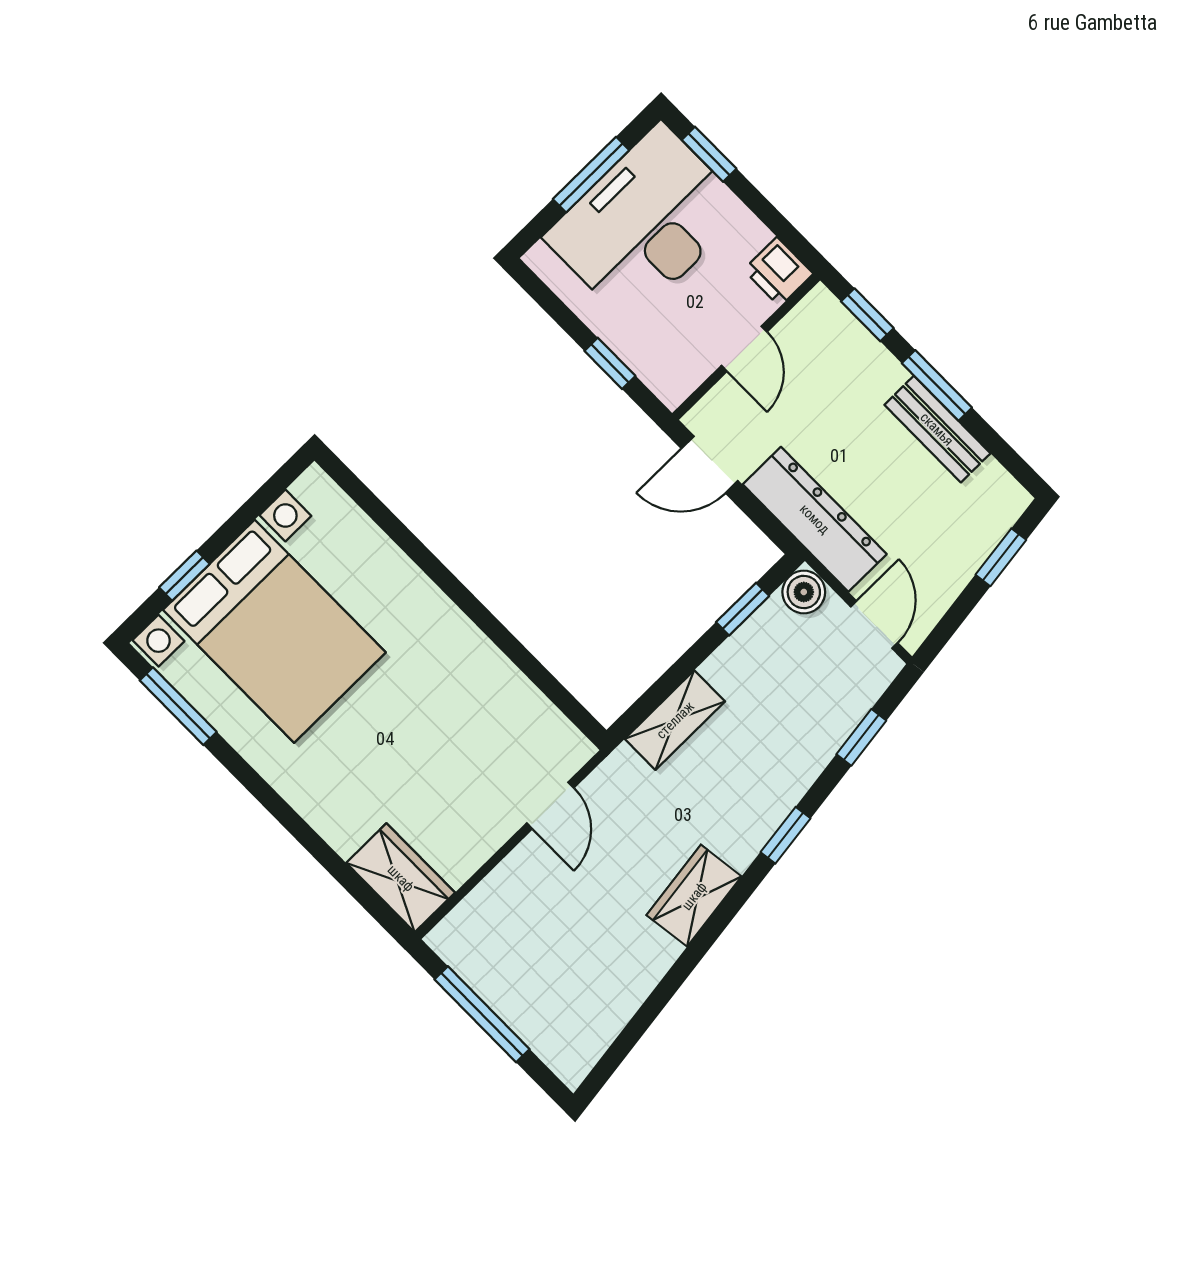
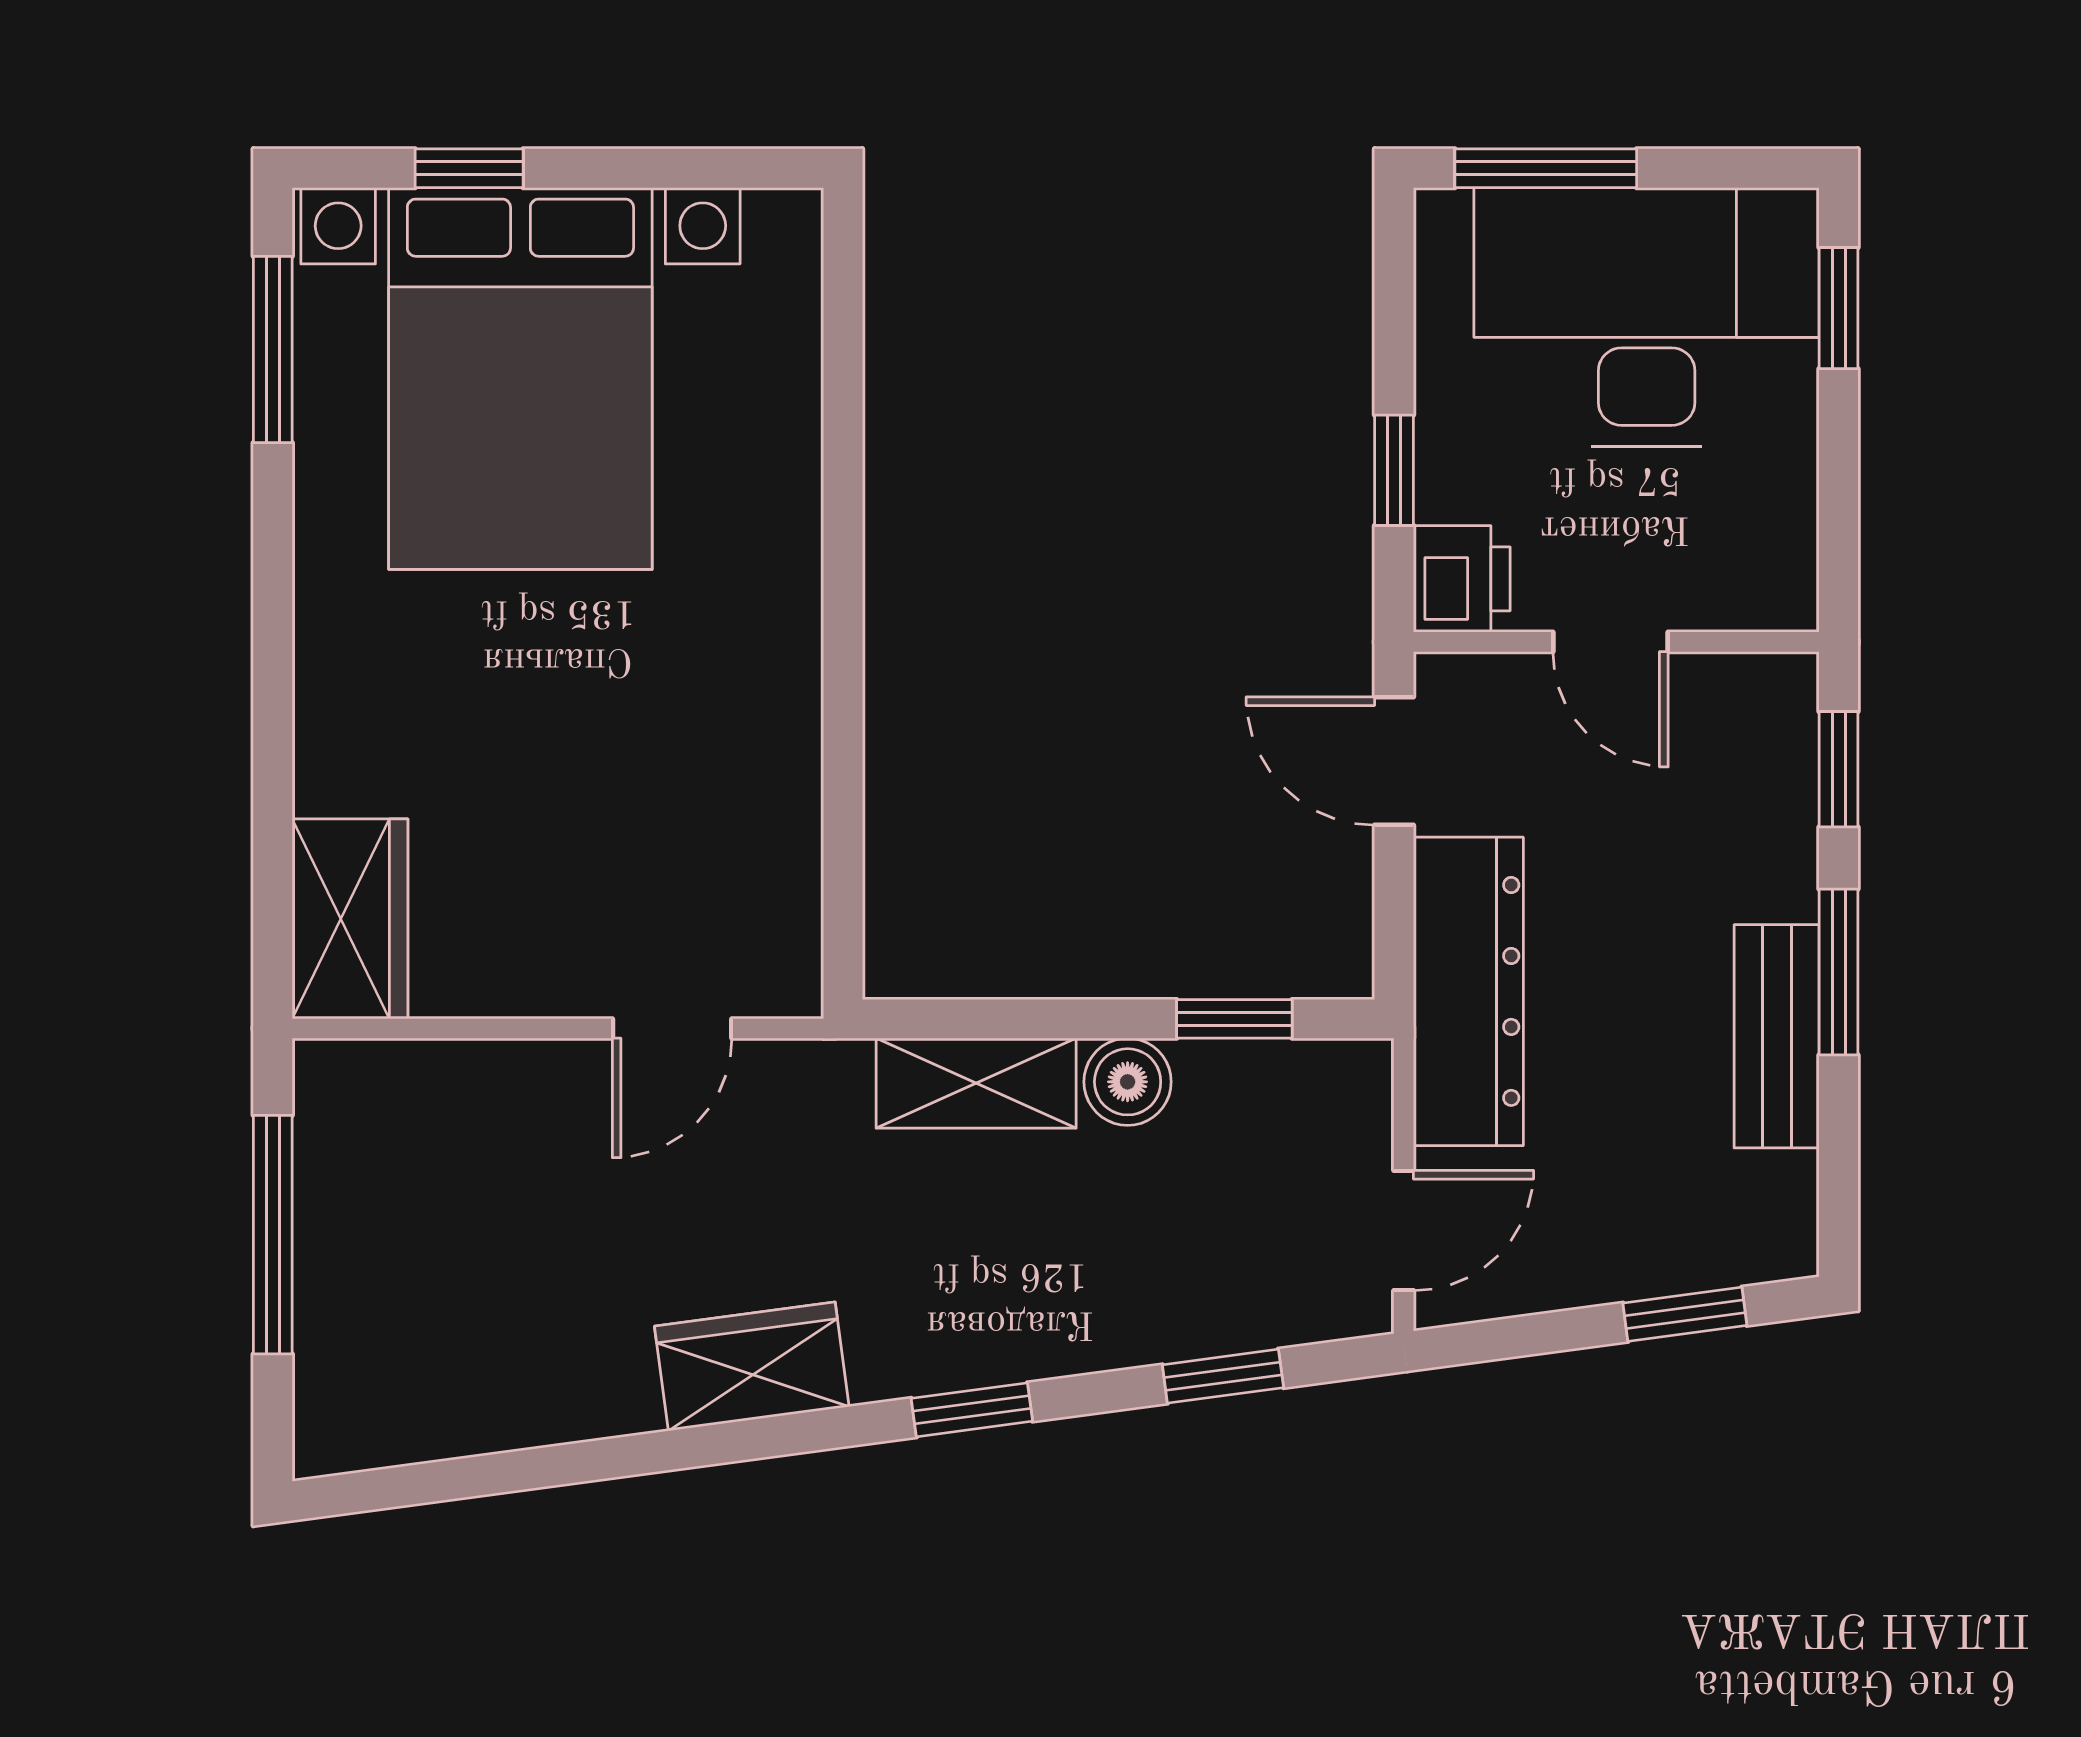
window: (591, 175) -> (1546, 168), moved
printer: (778, 272) -> (1462, 579), moved, turned 180
door: (744, 349) -> (1611, 642), hinge flipped
boiler: (804, 592) -> (1128, 1082), moved

